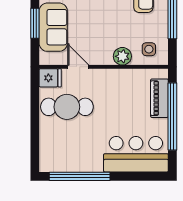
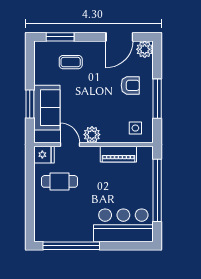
plant: (122, 56) -> (92, 135), moved
piano: (159, 98) -> (118, 154), moved, turned -90
cafe table: (67, 107) -> (59, 181), width x0.73, depth x0.74

